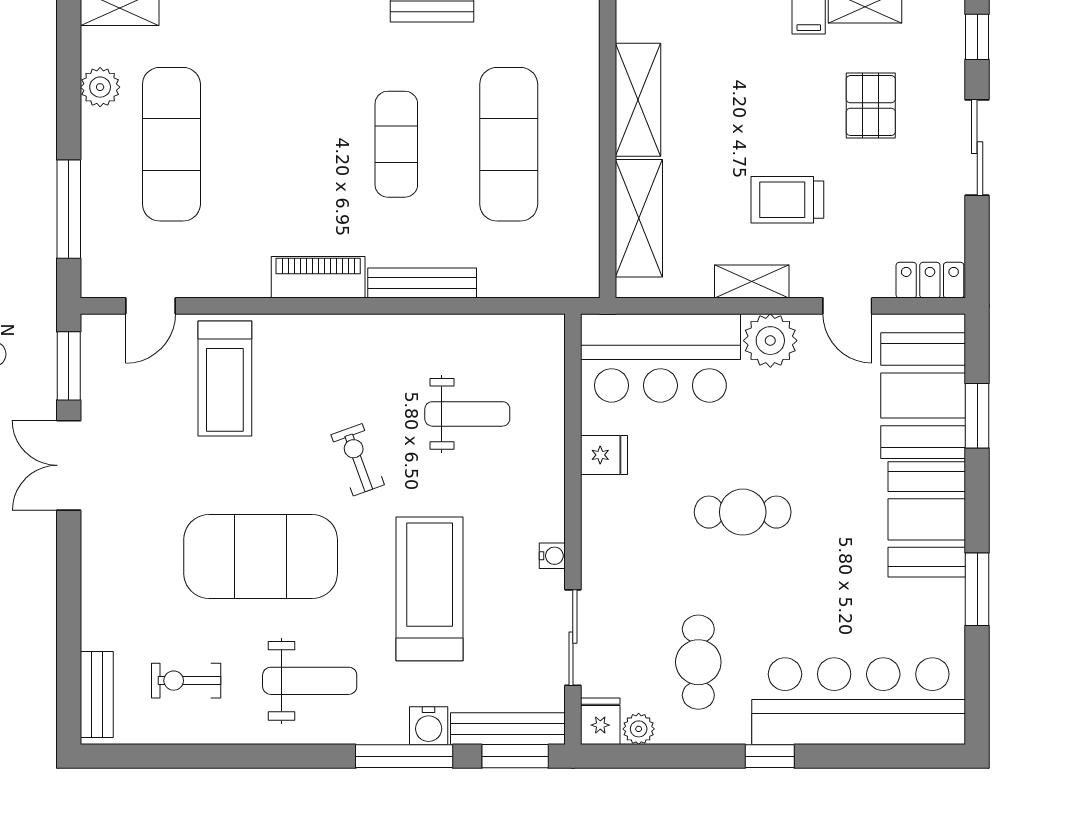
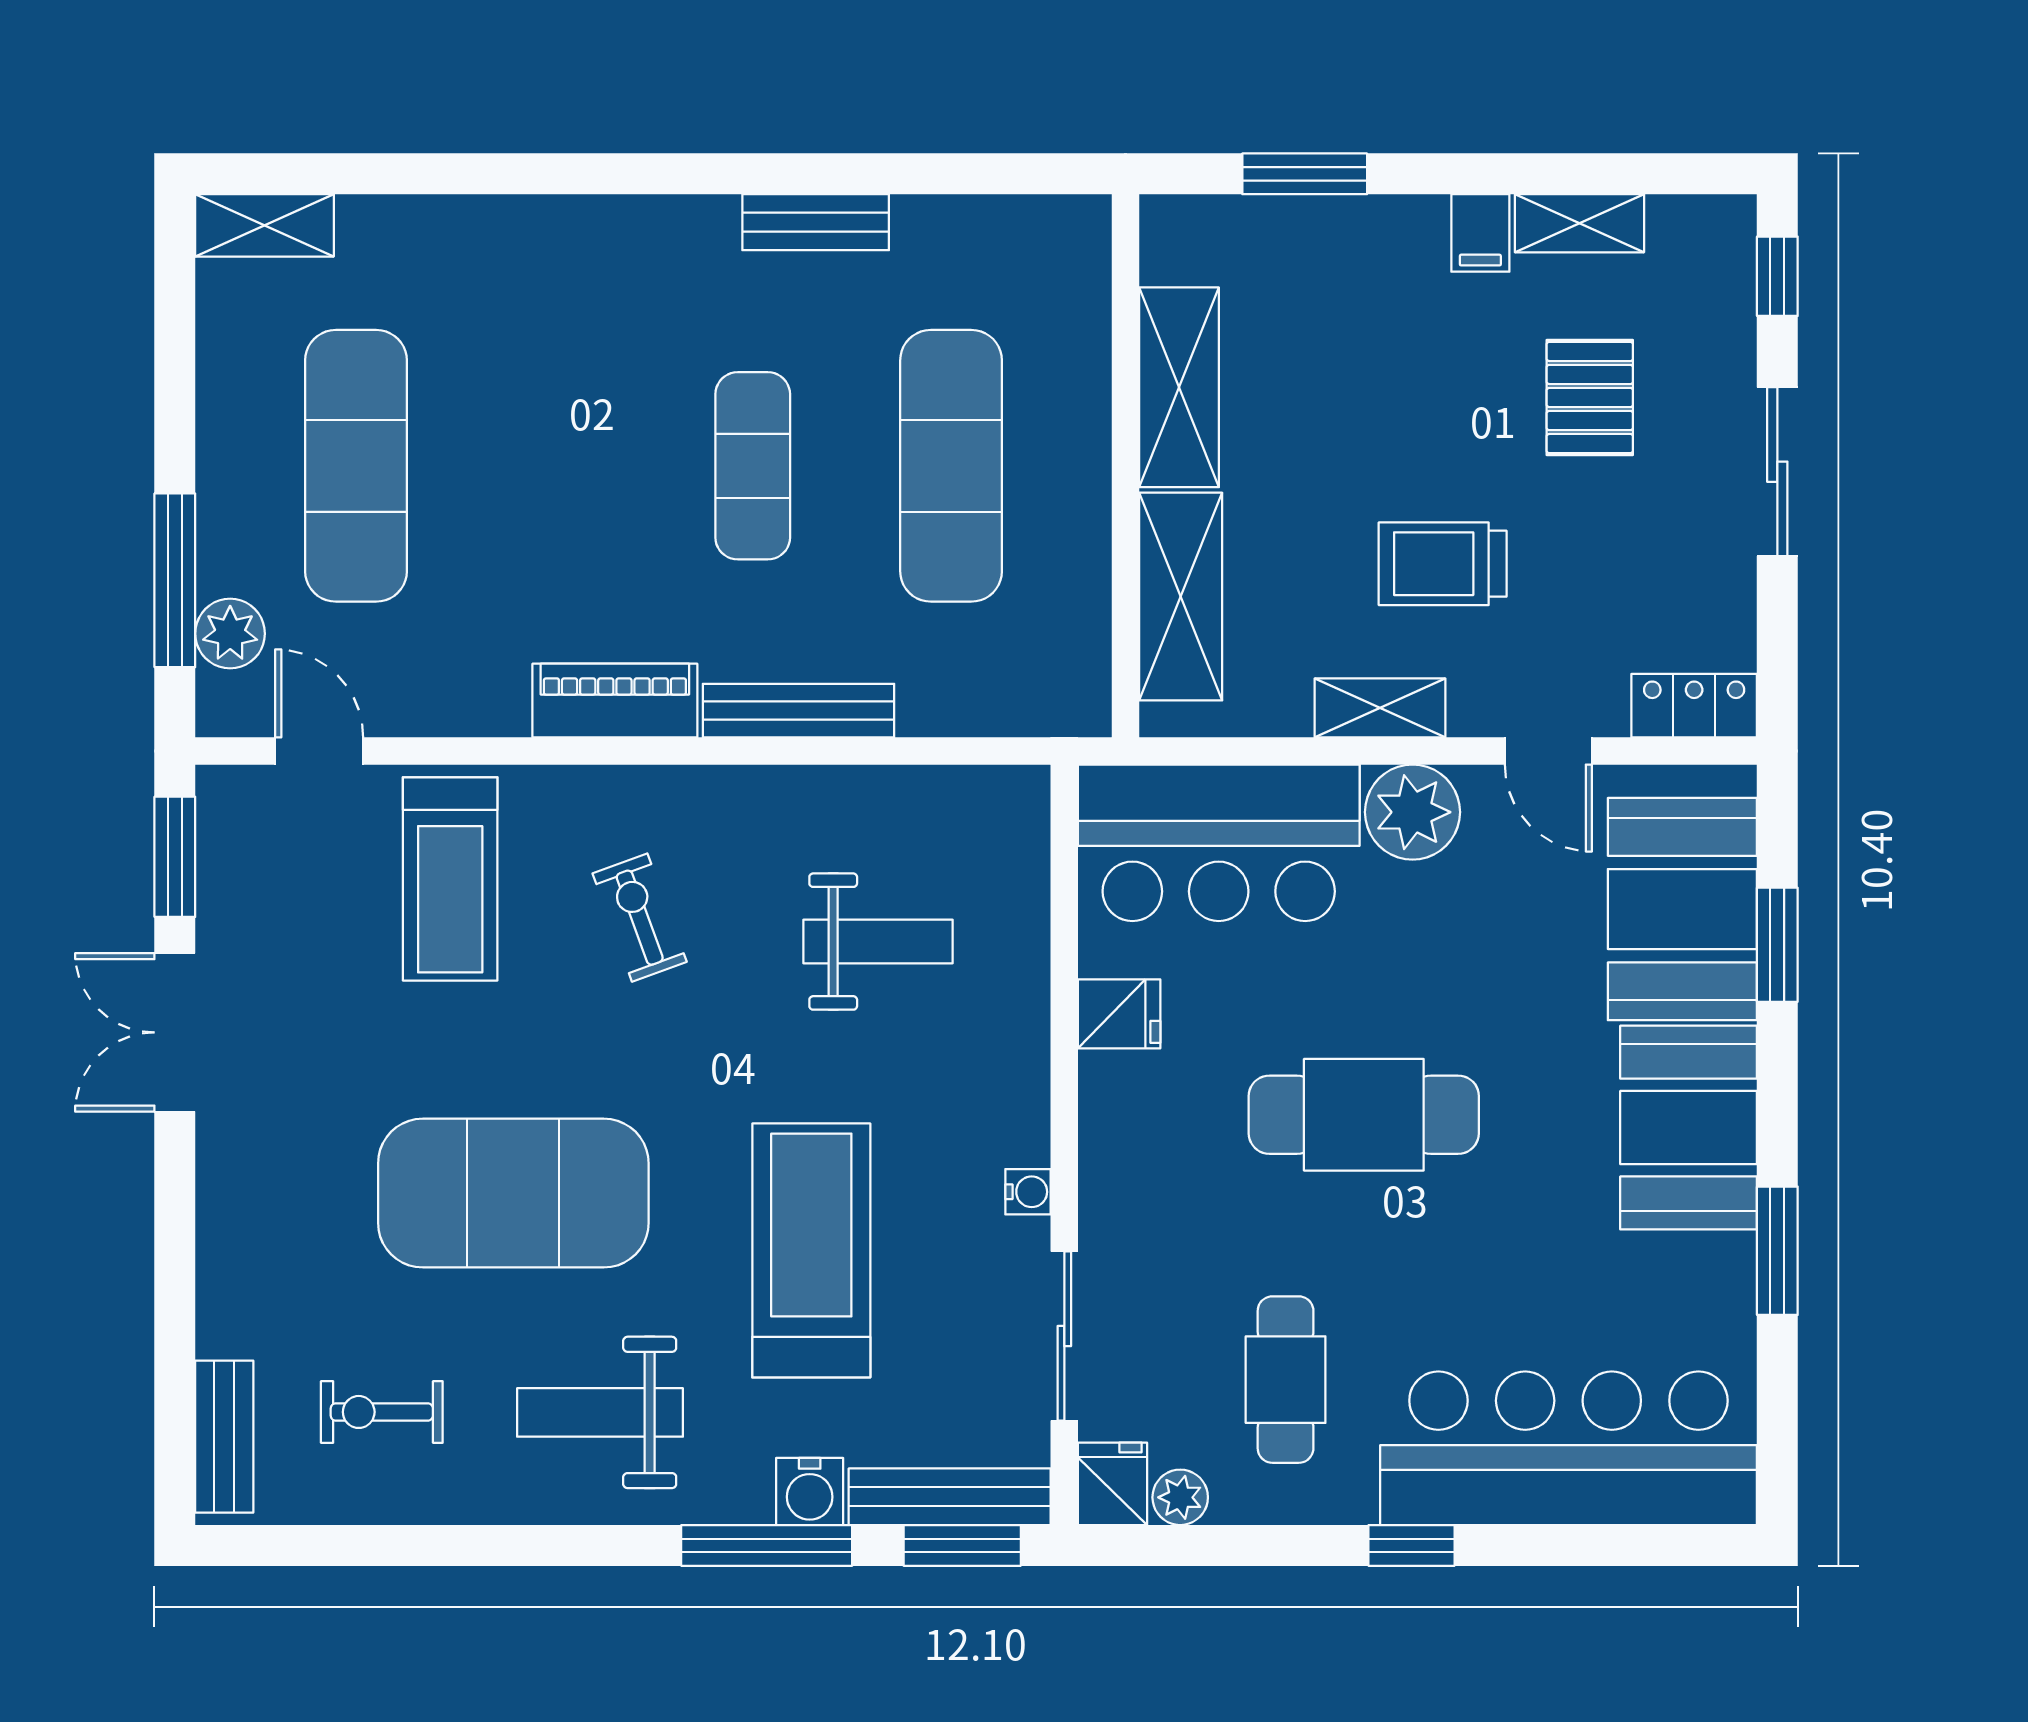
plant: (100, 87) -> (230, 634), moved
door: (151, 306) -> (319, 751), swing flipped
exercise bike: (358, 460) -> (640, 918), moved
cafe table: (743, 512) -> (1364, 1115), width x1.37, depth x1.35
weight bench: (310, 681) -> (600, 1412), turned 180

